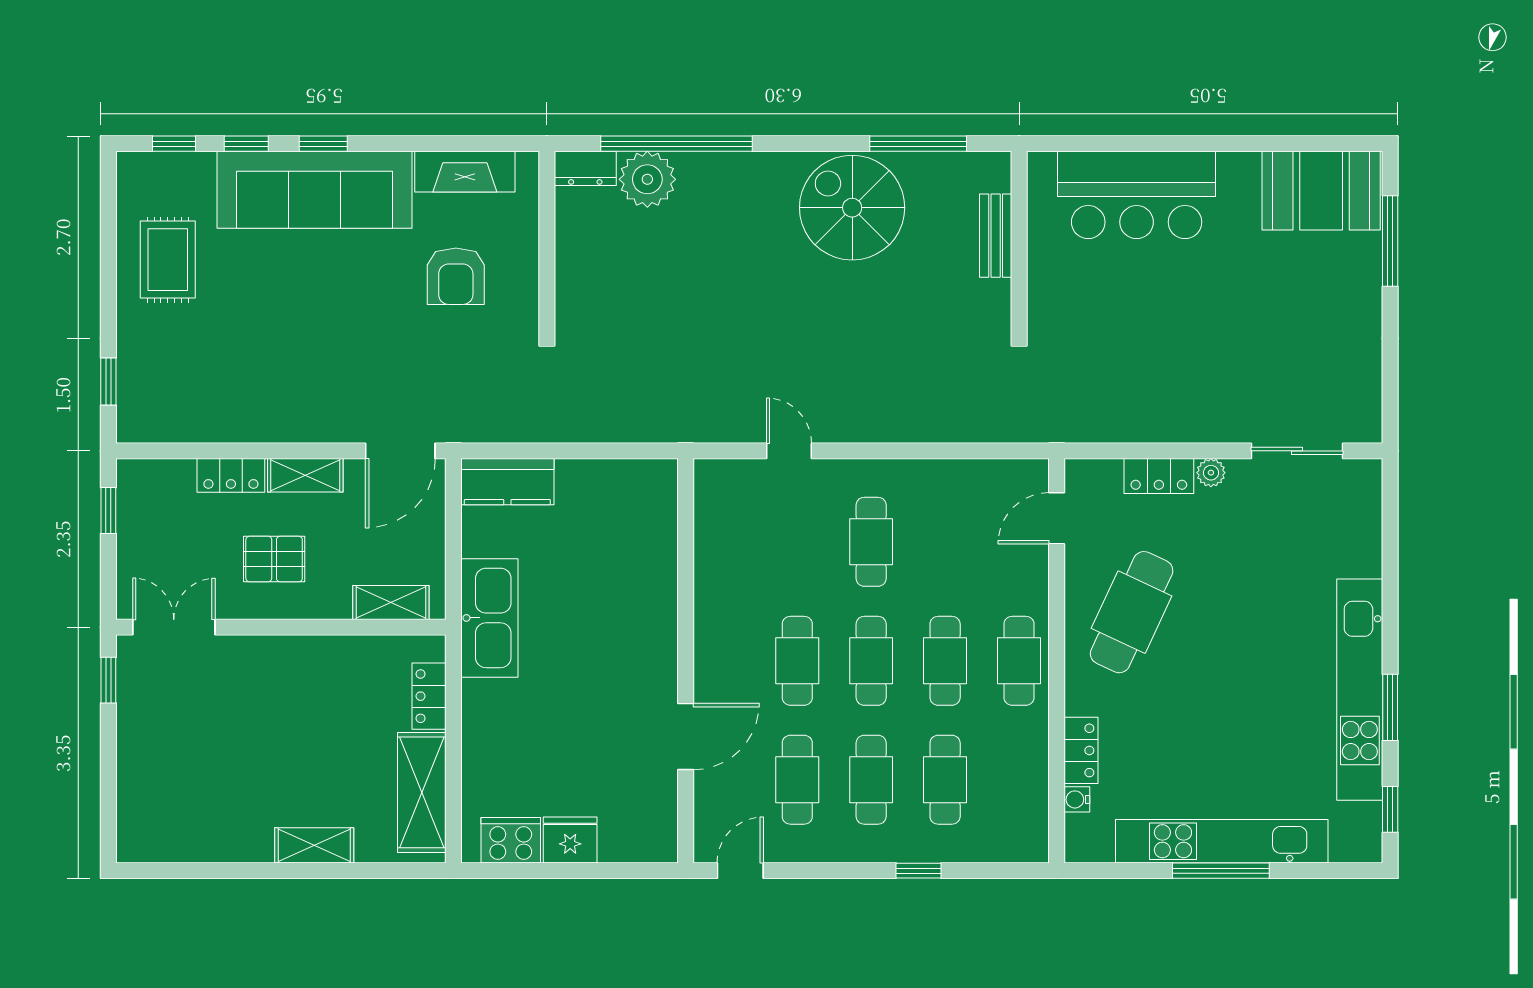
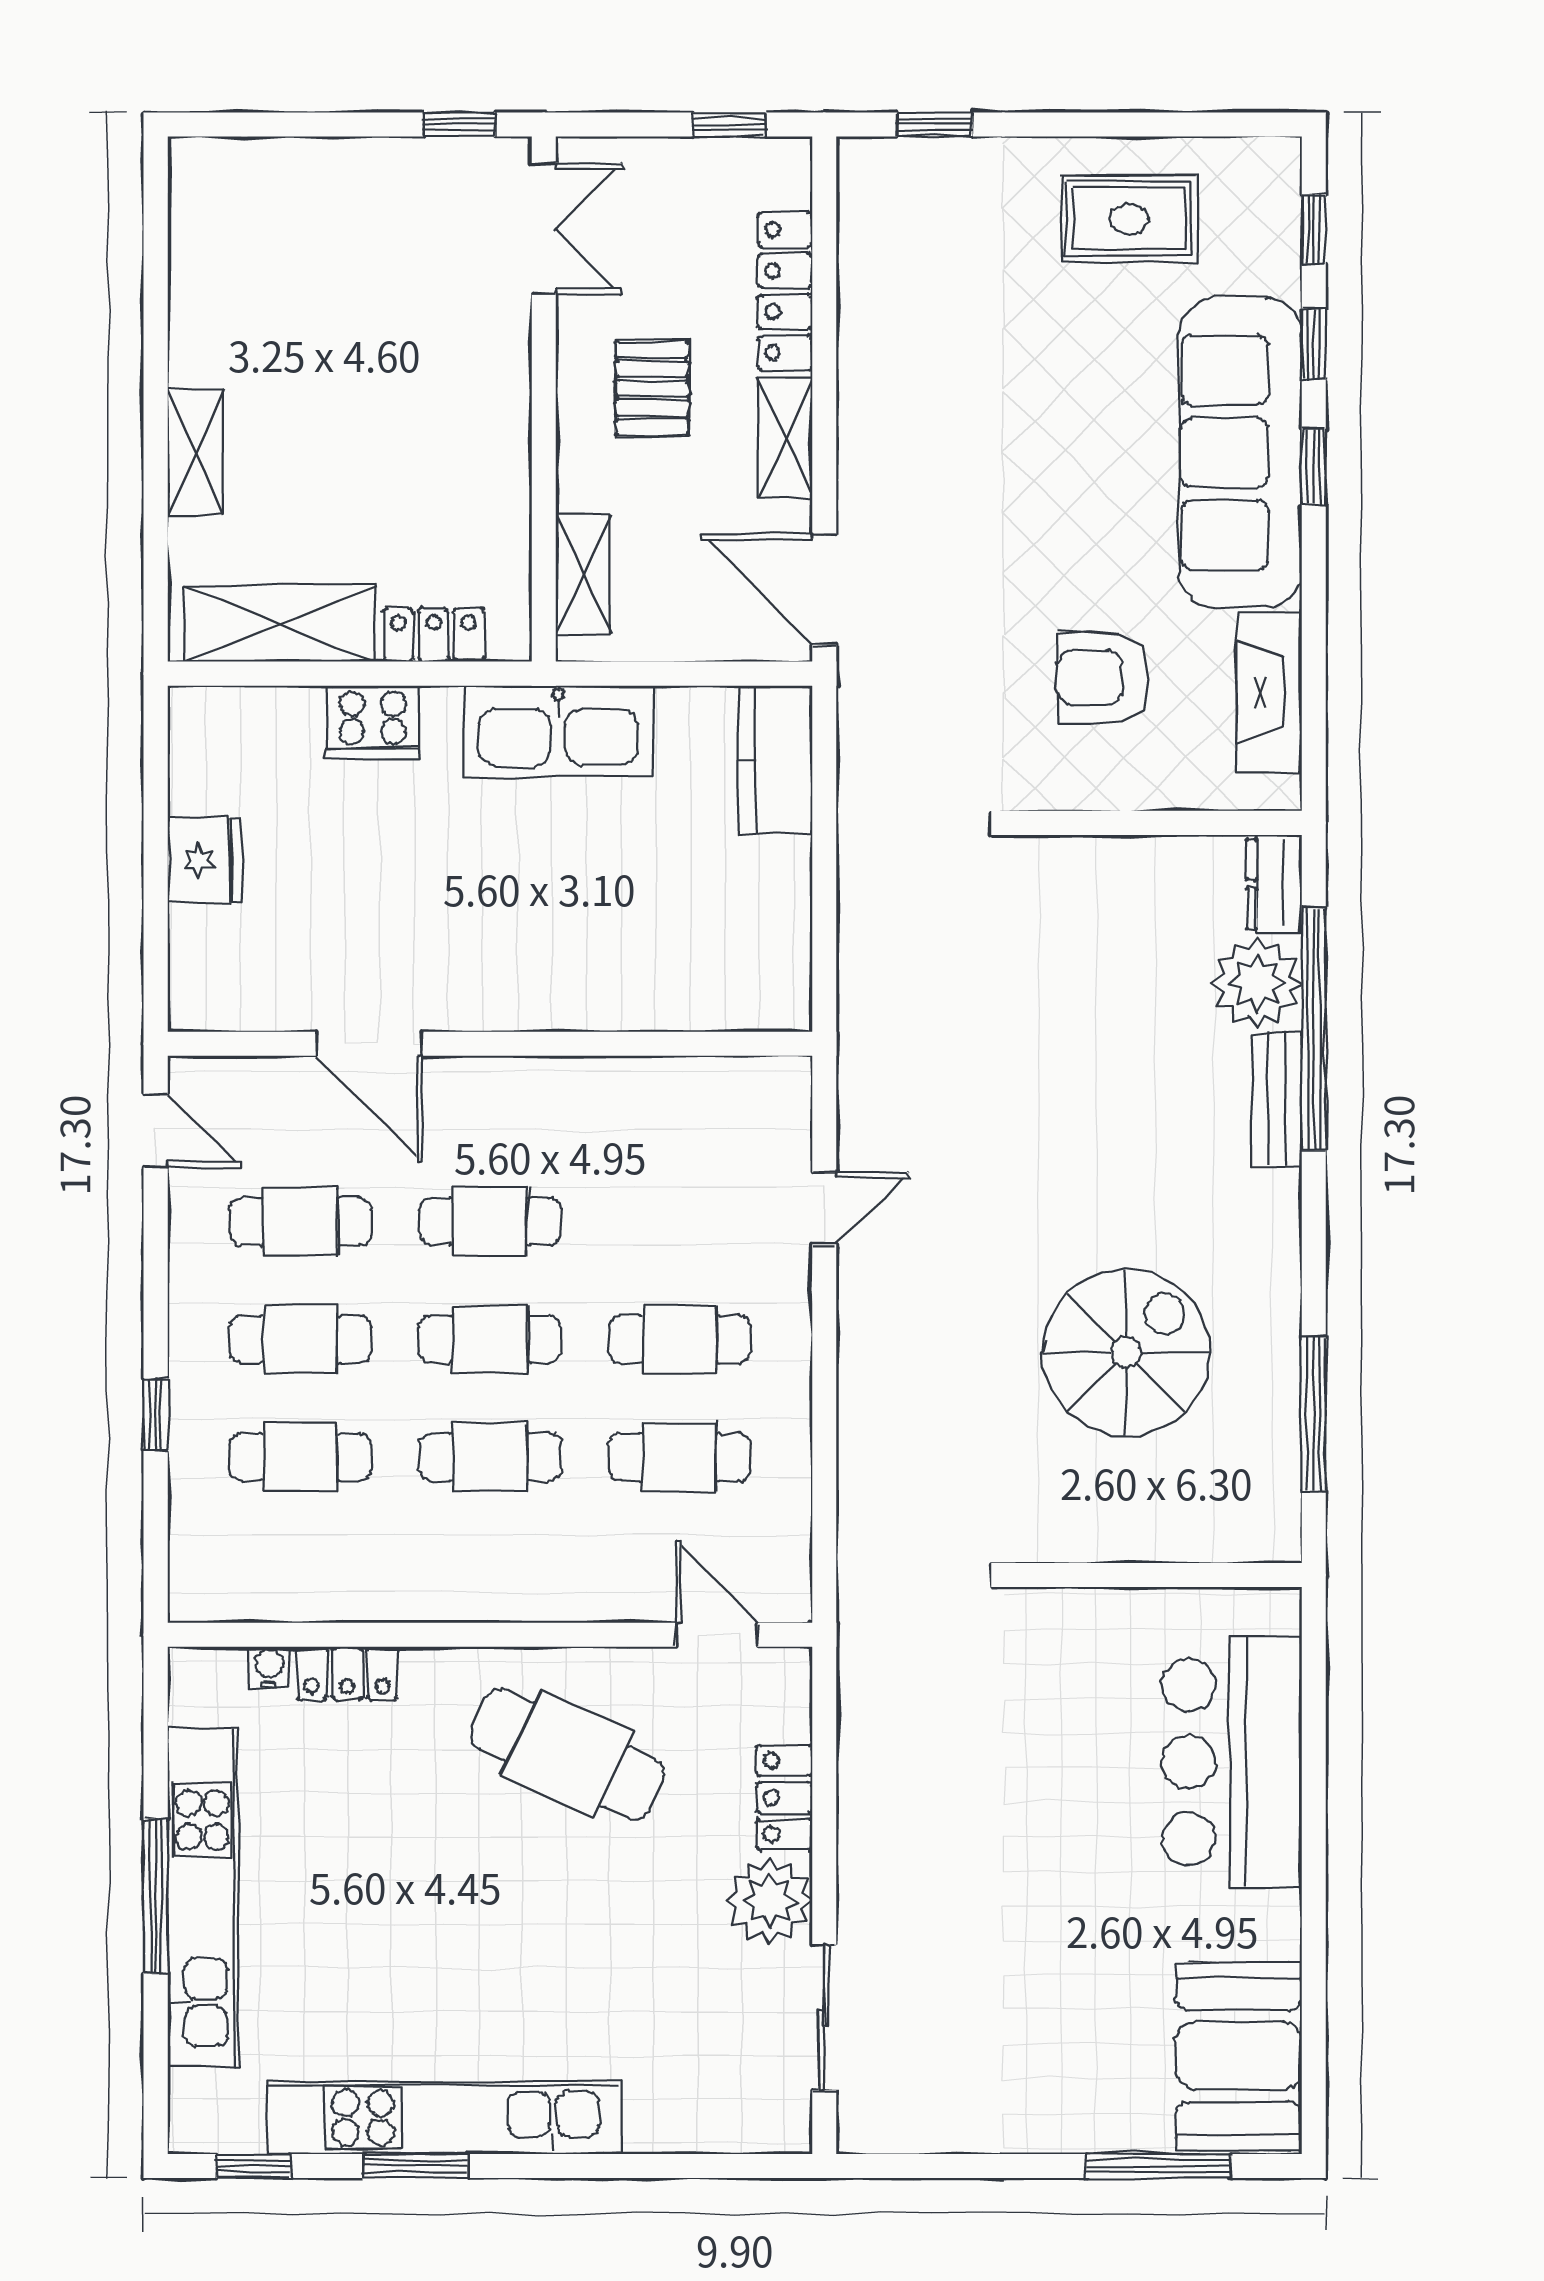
spiral stairs: (852, 208) -> (1126, 1352), moved
bench: (996, 236) -> (1276, 1099), moved, turned 90
plant: (1211, 473) -> (770, 1900), width x1.88, depth x1.88
locker: (231, 475) -> (785, 291), width x1.53
cafe table: (1019, 661) -> (680, 1457), moved
cooker: (511, 840) -> (372, 722), moved, turned 90

